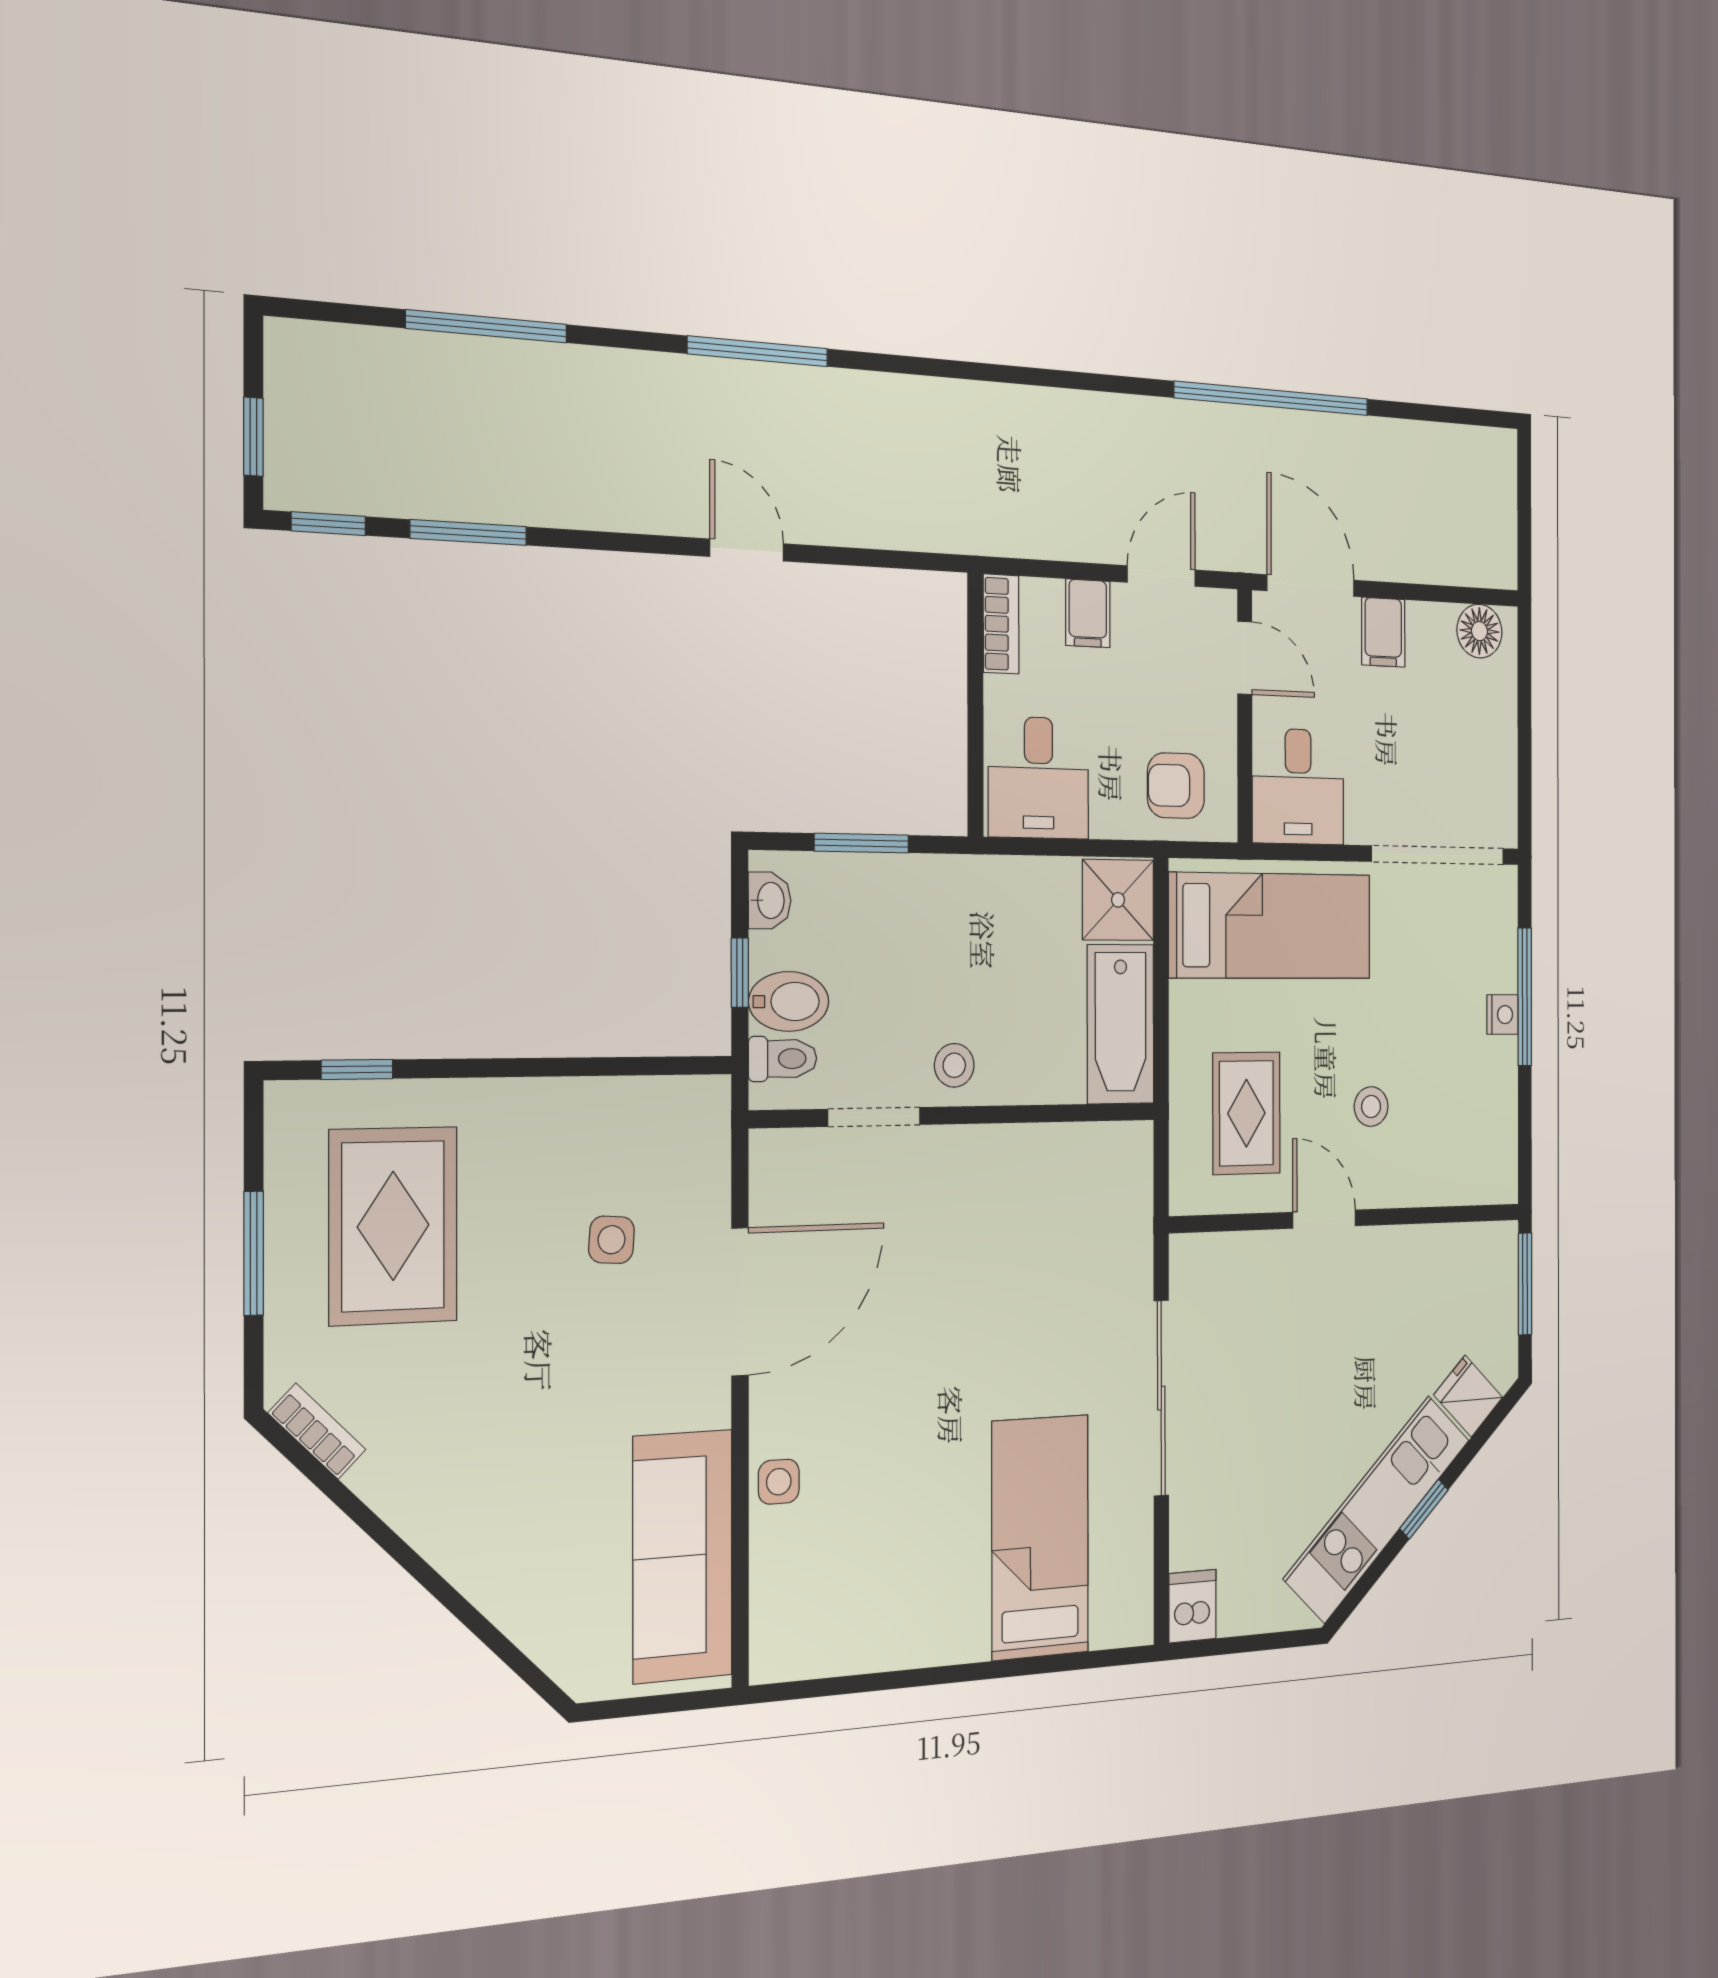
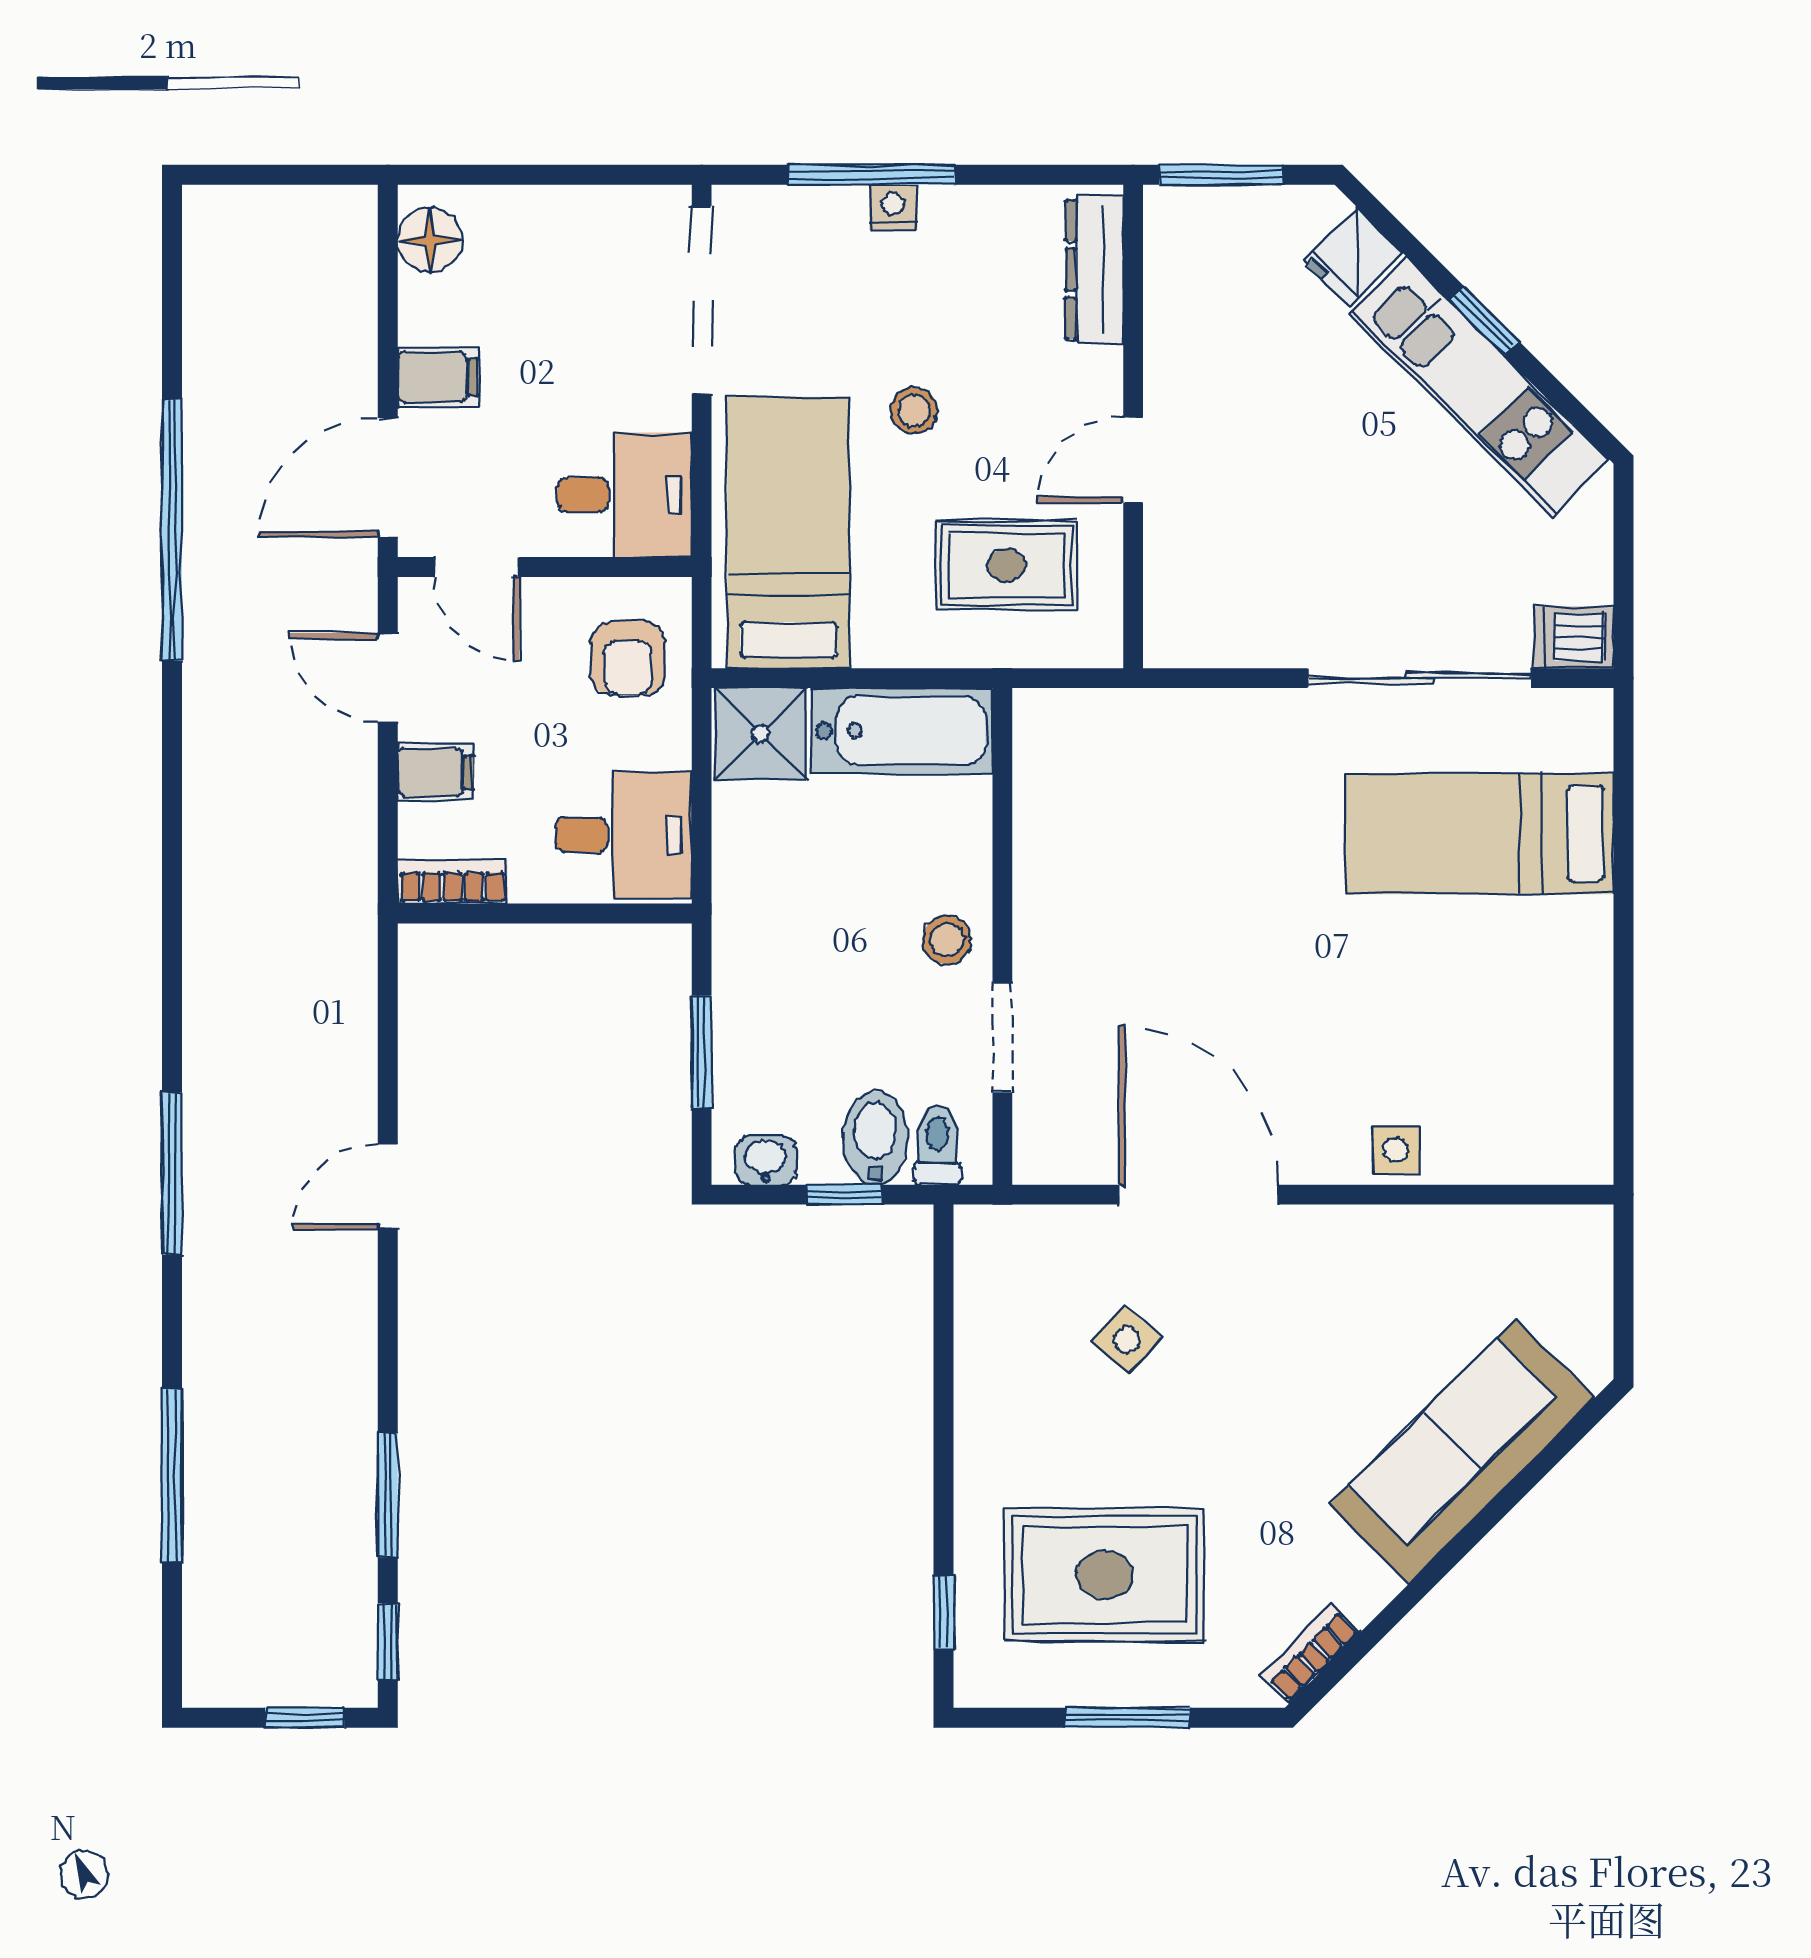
door: (1245, 658) -> (477, 567), swing flipped
stool: (1371, 1107) -> (914, 411), moved
dresser: (1460, 1182) -> (1095, 269), added
side table: (611, 1240) -> (1127, 1340), turned 38
sliding door: (1161, 1398) -> (1419, 678), moved
sofa: (683, 1556) -> (1462, 1452), moved, turned 135

